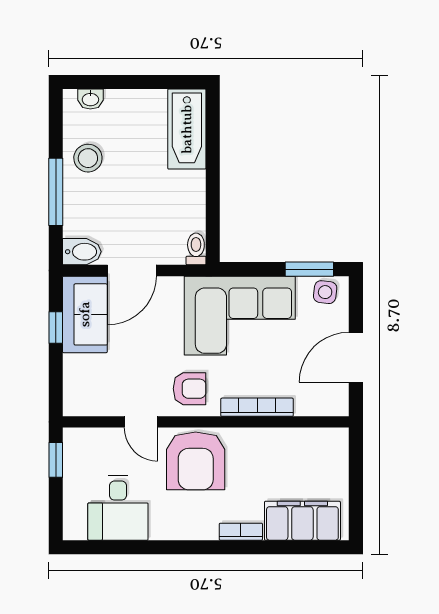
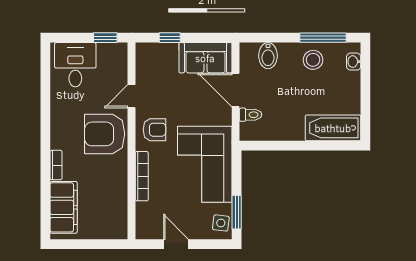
window: (56, 192) -> (323, 38), moved
toilet: (196, 249) -> (250, 115), moved
bidet: (82, 252) -> (268, 56), moved
window: (56, 327) -> (170, 38), moved
door: (356, 357) -> (176, 244), width x0.73
armchair: (190, 389) -> (154, 130), turned -90
desk: (118, 508) -> (75, 65), moved, turned 90

